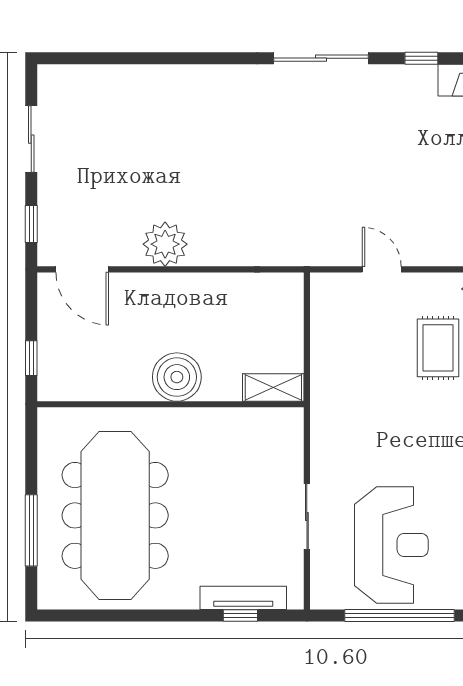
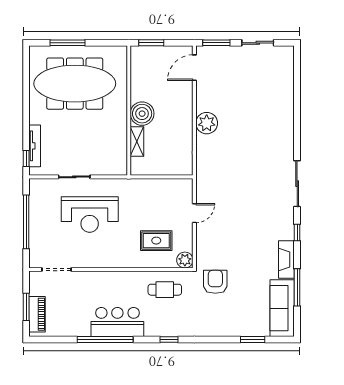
window: (31, 224) -> (216, 43), width x1.50
plant: (165, 244) -> (207, 123), moved
window: (31, 358) -> (151, 43), width x1.50
shelving: (273, 388) -> (137, 141), moved
reception desk: (391, 545) -> (90, 215), moved
window: (240, 615) -> (26, 159), moved

